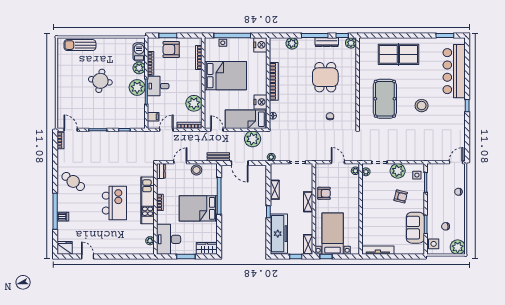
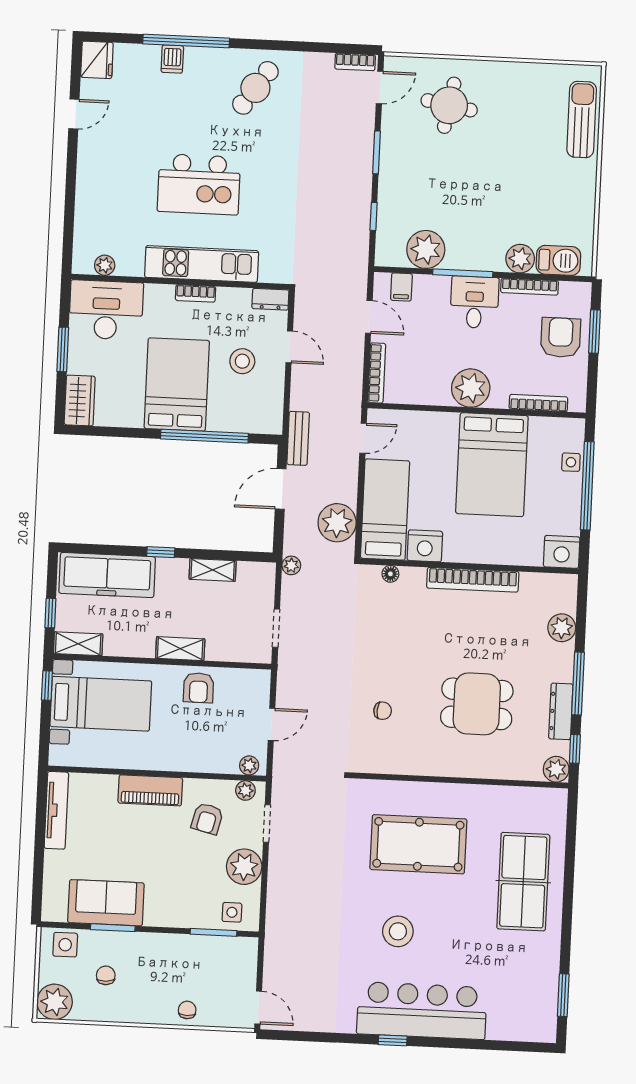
bar counter: (454, 71) -> (422, 1011), moved
round table: (100, 81) -> (449, 105), moved
plant: (137, 87) -> (426, 249), moved
plant: (194, 103) -> (471, 388), moved
stool: (196, 170) -> (242, 361), moved
armchair: (401, 196) -> (207, 819), moved
piano: (368, 211) -> (150, 790), added

